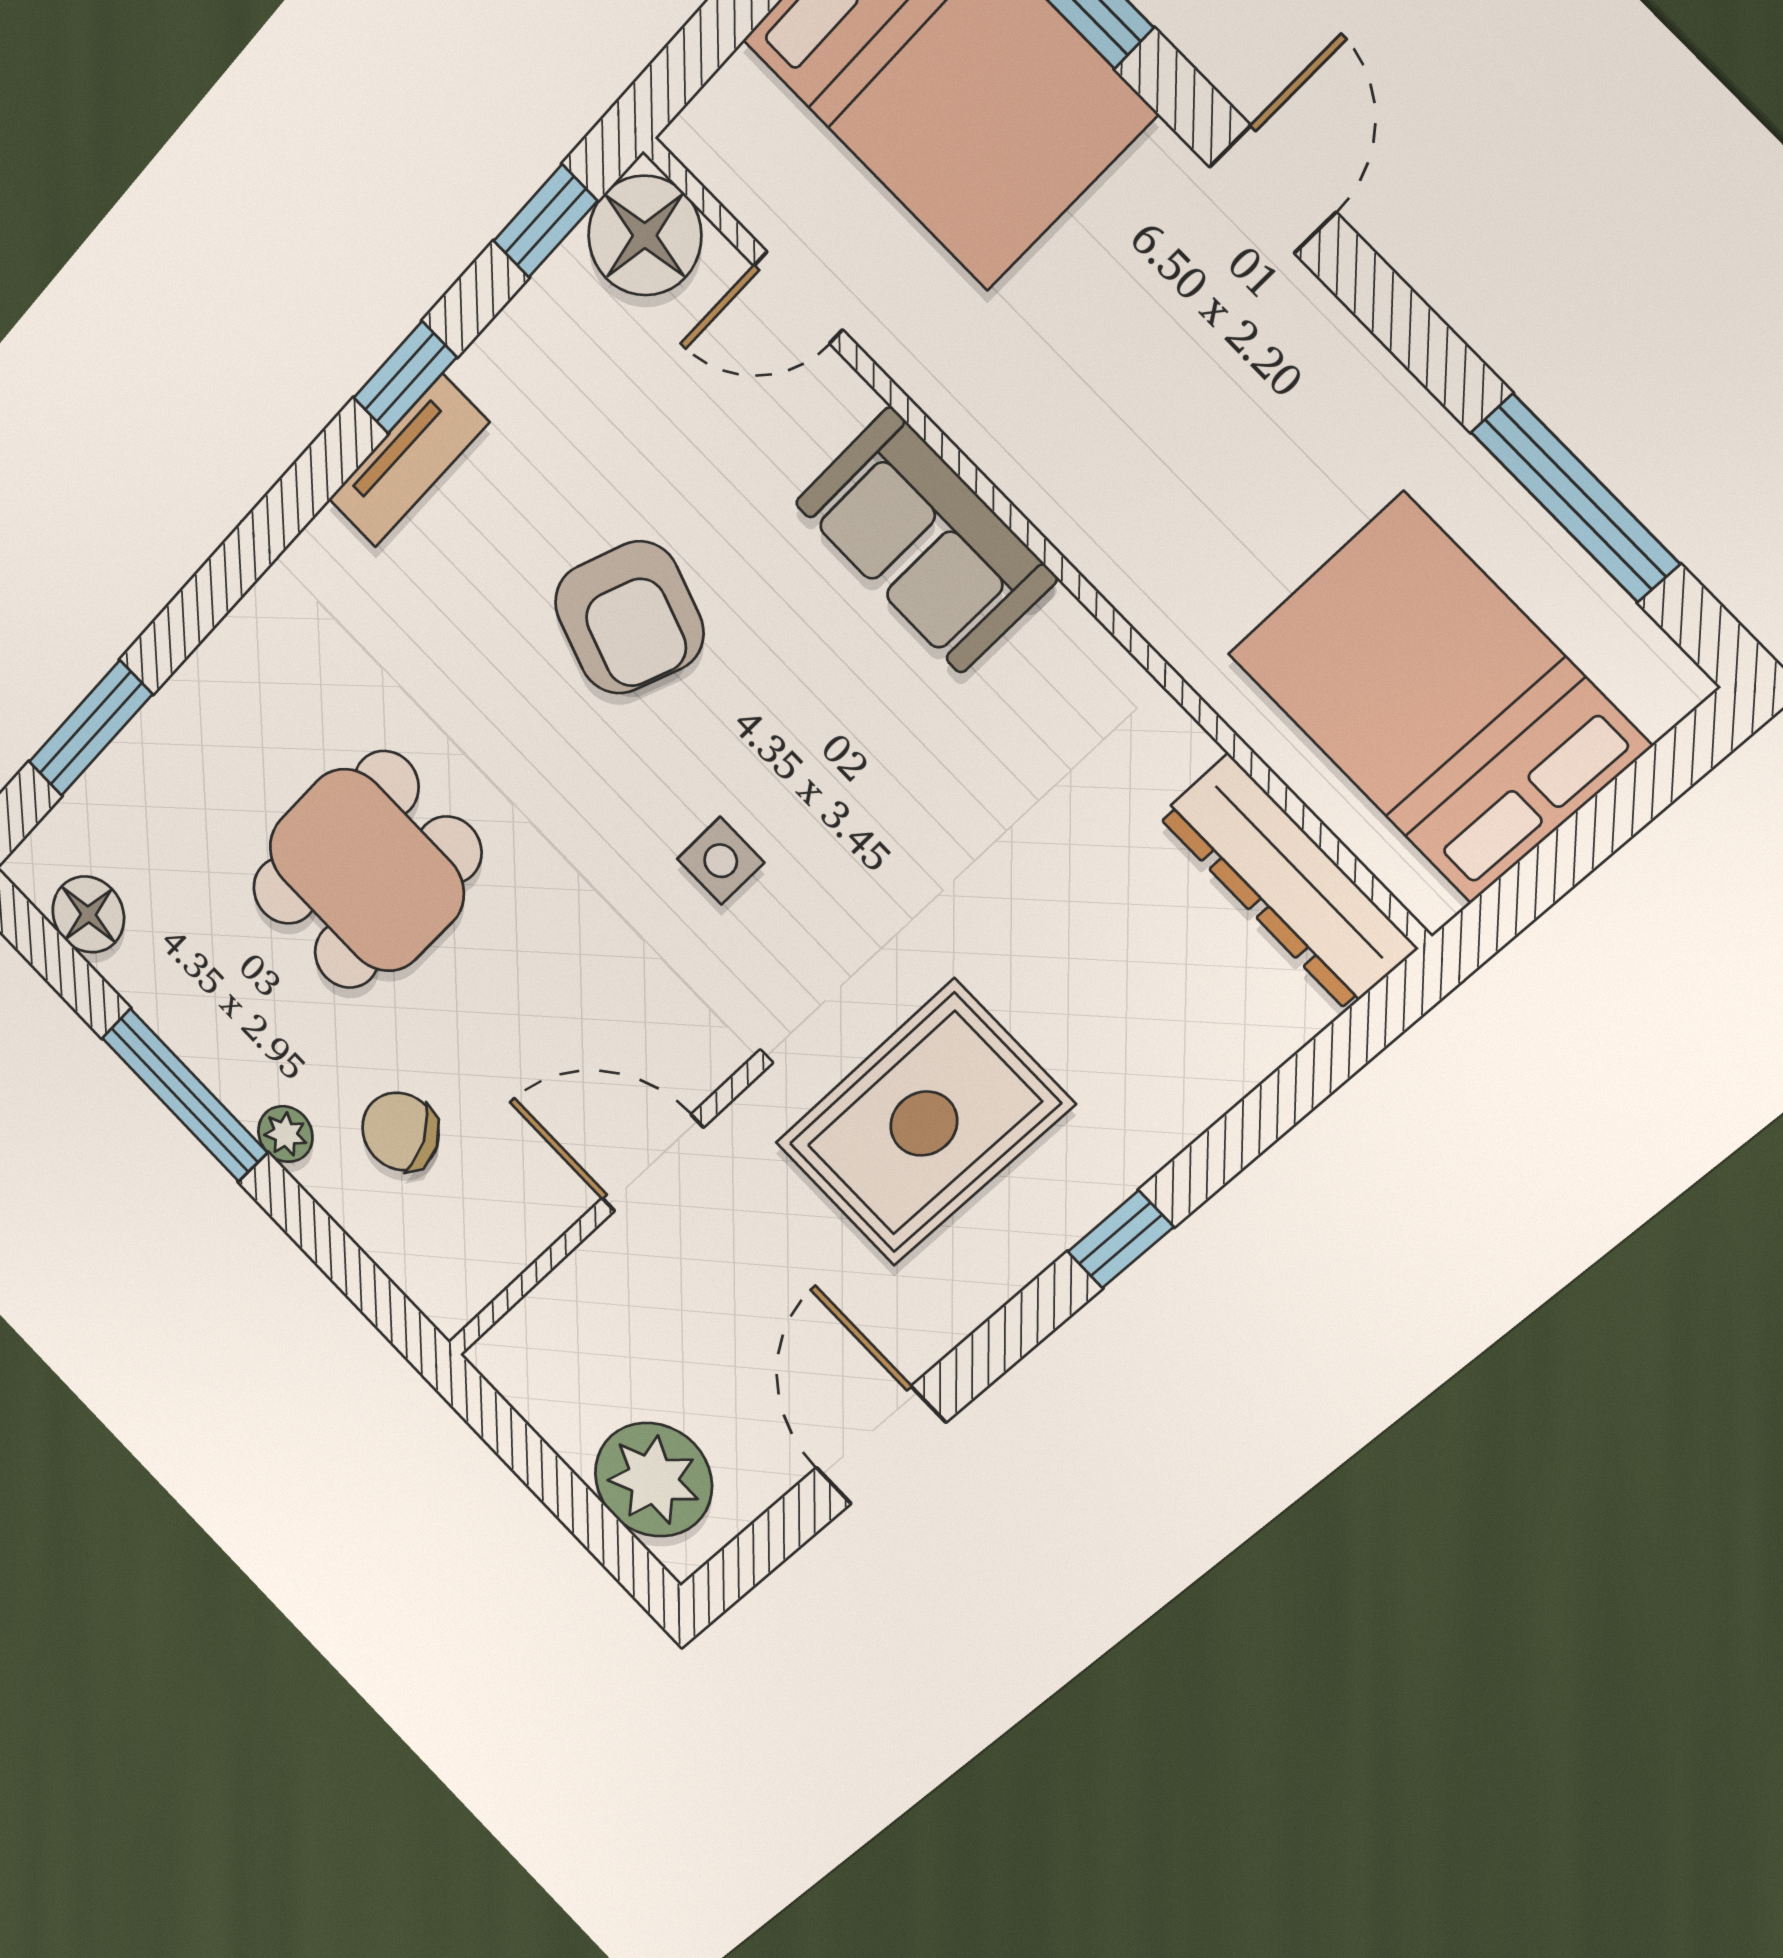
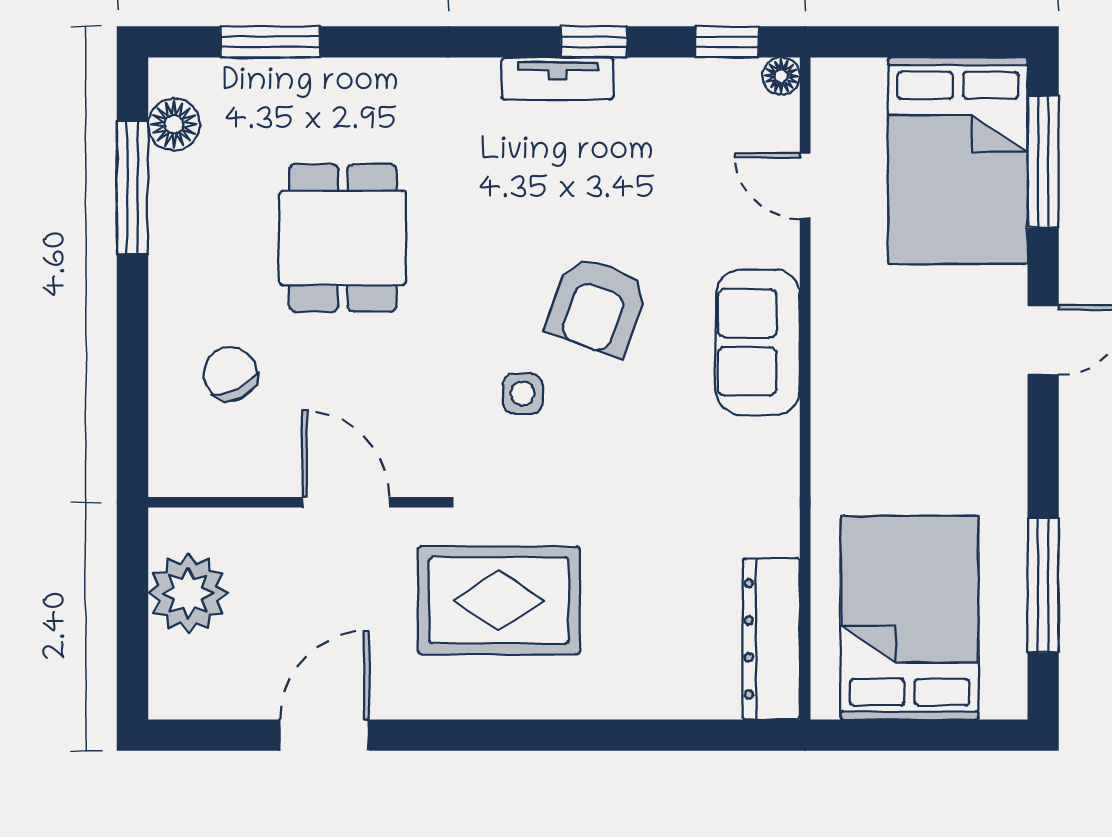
floor lamp: (645, 236) -> (781, 76), width x0.53, depth x0.53
armchair: (629, 618) -> (597, 306), moved
dining table: (366, 871) -> (343, 238), turned 90
window: (185, 1095) -> (133, 188), moved
plant: (285, 1134) -> (167, 321), removed
window: (1120, 1239) -> (539, 735), removed
plant: (653, 1480) -> (188, 593), moved

